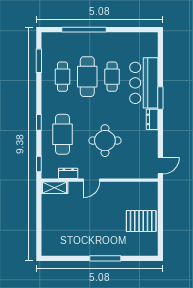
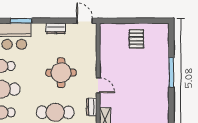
dresser: (152, 119) -> (56, 28), moved
pallet: (141, 221) -> (136, 39), width x0.67, depth x0.71

